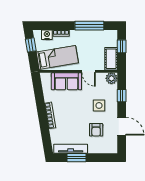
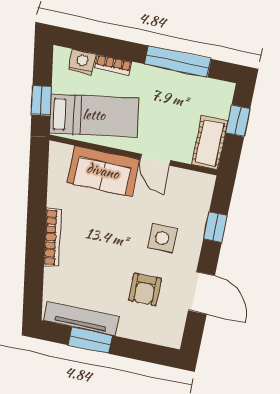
window: (31, 45) -> (41, 101), moved
plant: (111, 78) -> (202, 185), removed

